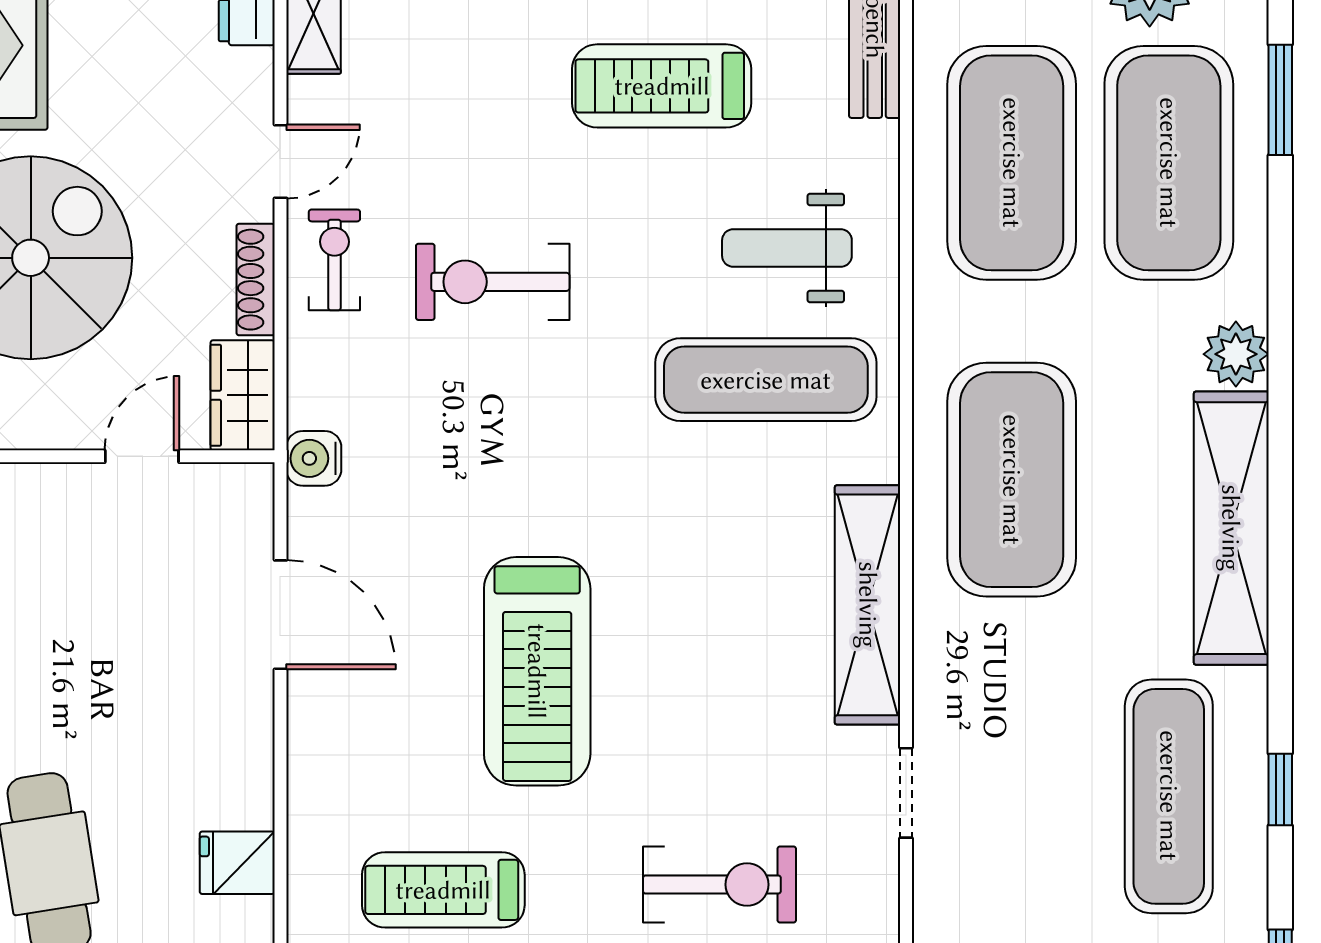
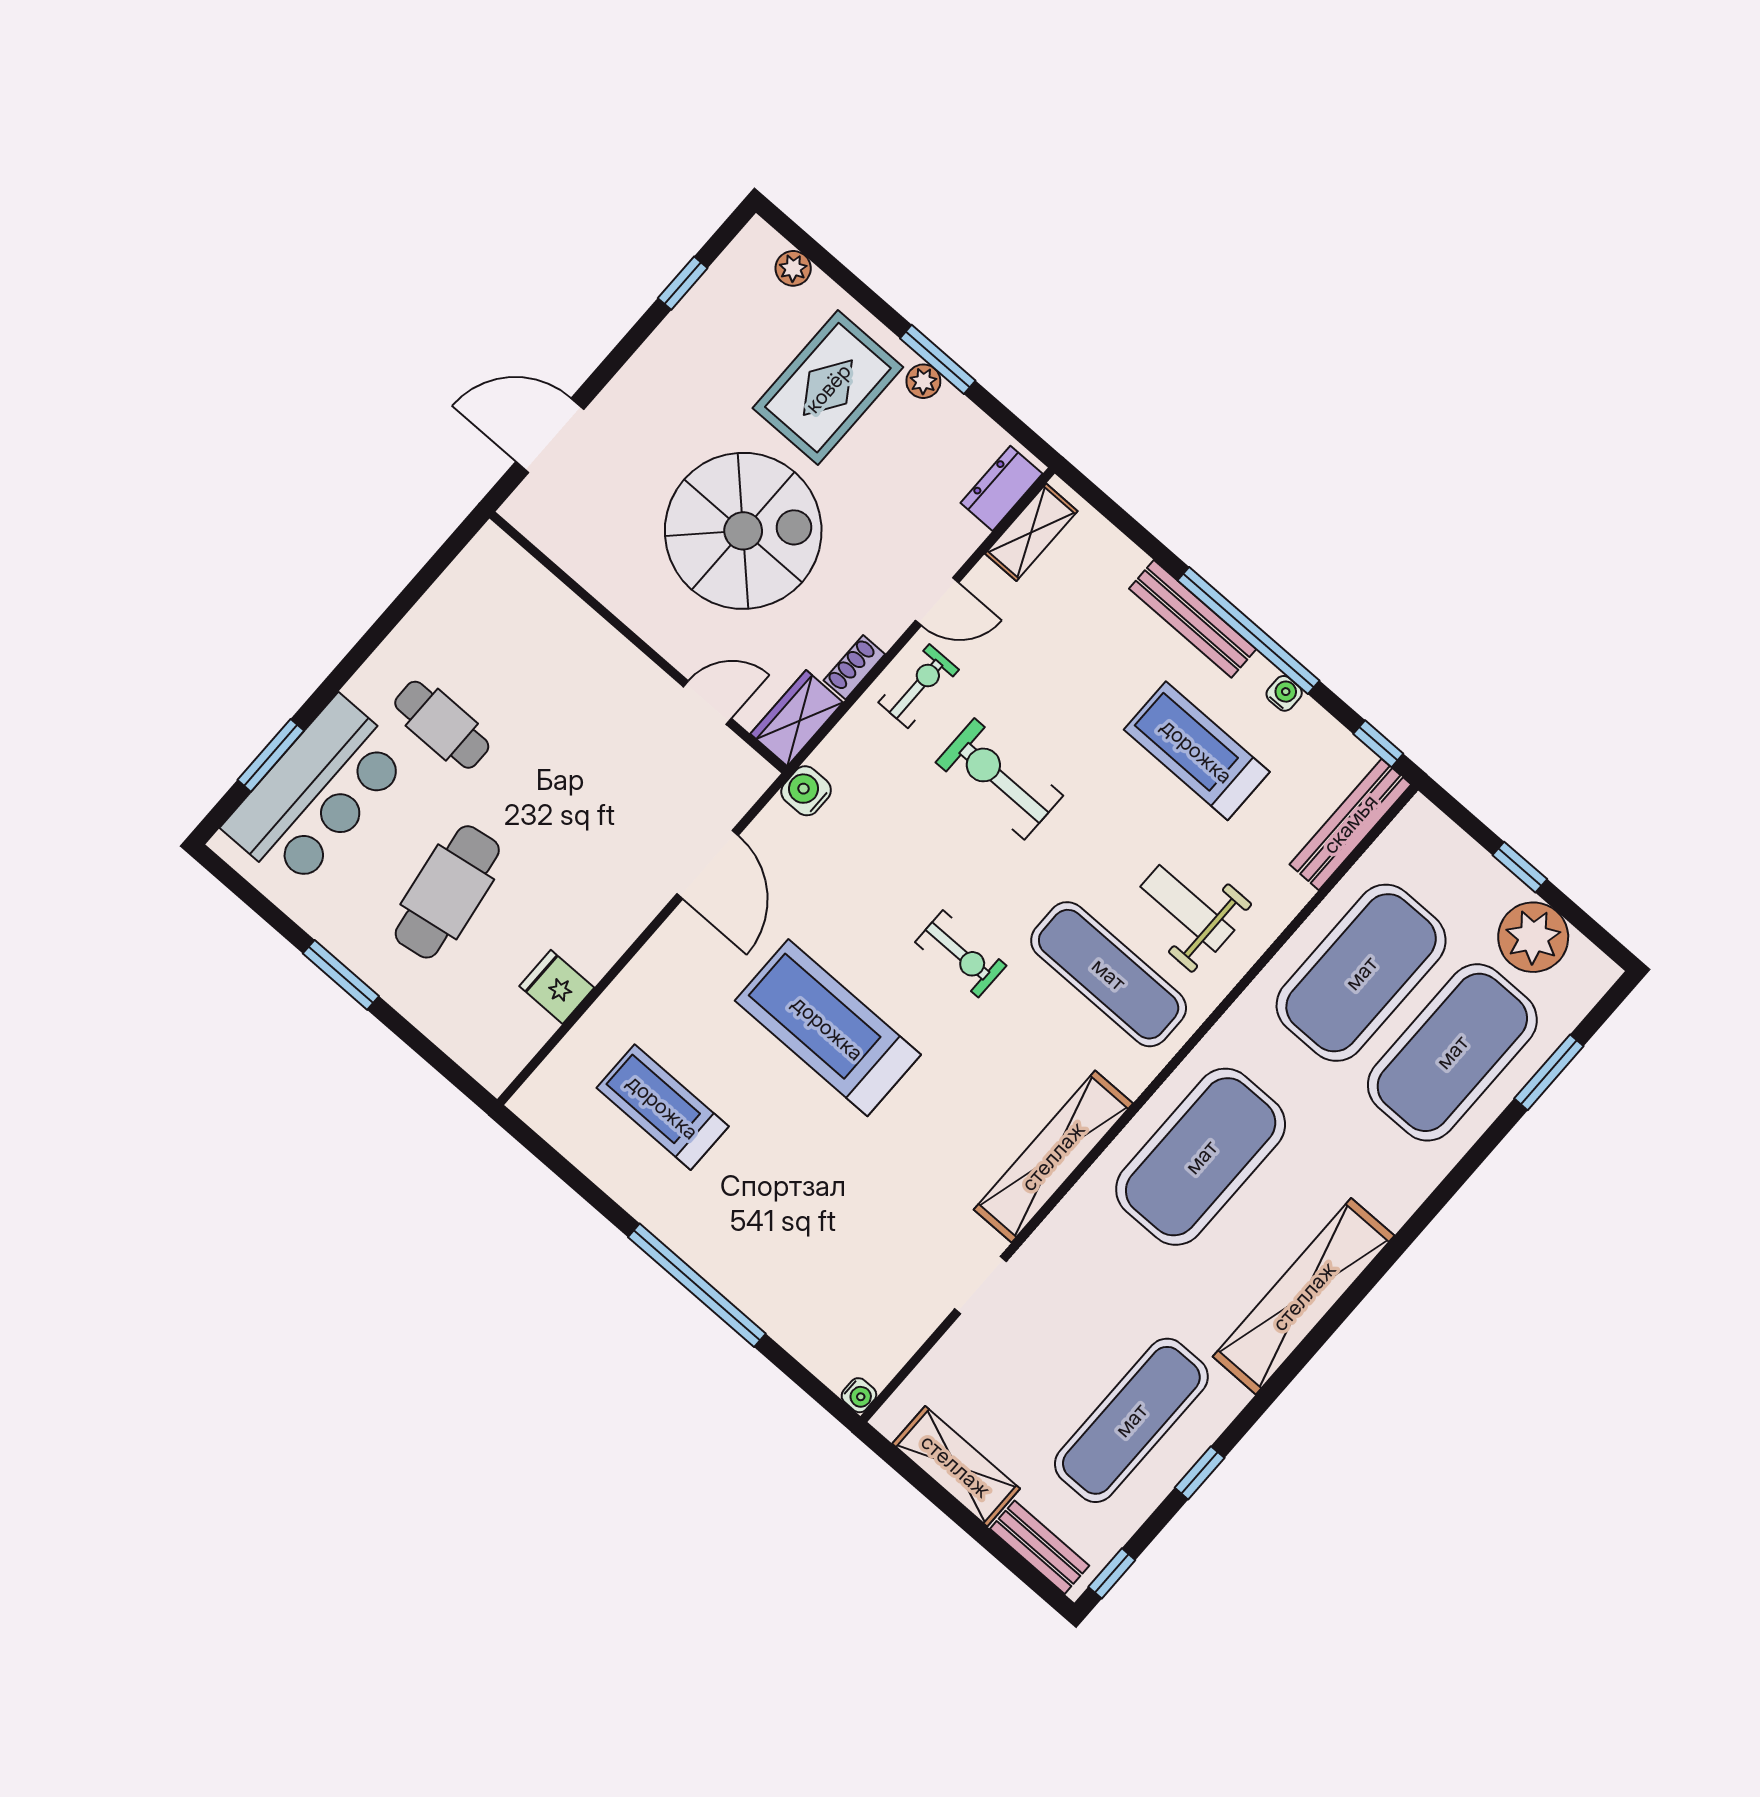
shoe rack: (256, 280) -> (854, 667), width x0.70
plant: (1236, 354) -> (1394, 1197), removed
treadmill: (537, 671) -> (828, 1028), turned 90
exercise bike: (720, 885) -> (961, 954), moved, width x0.73, depth x0.72

